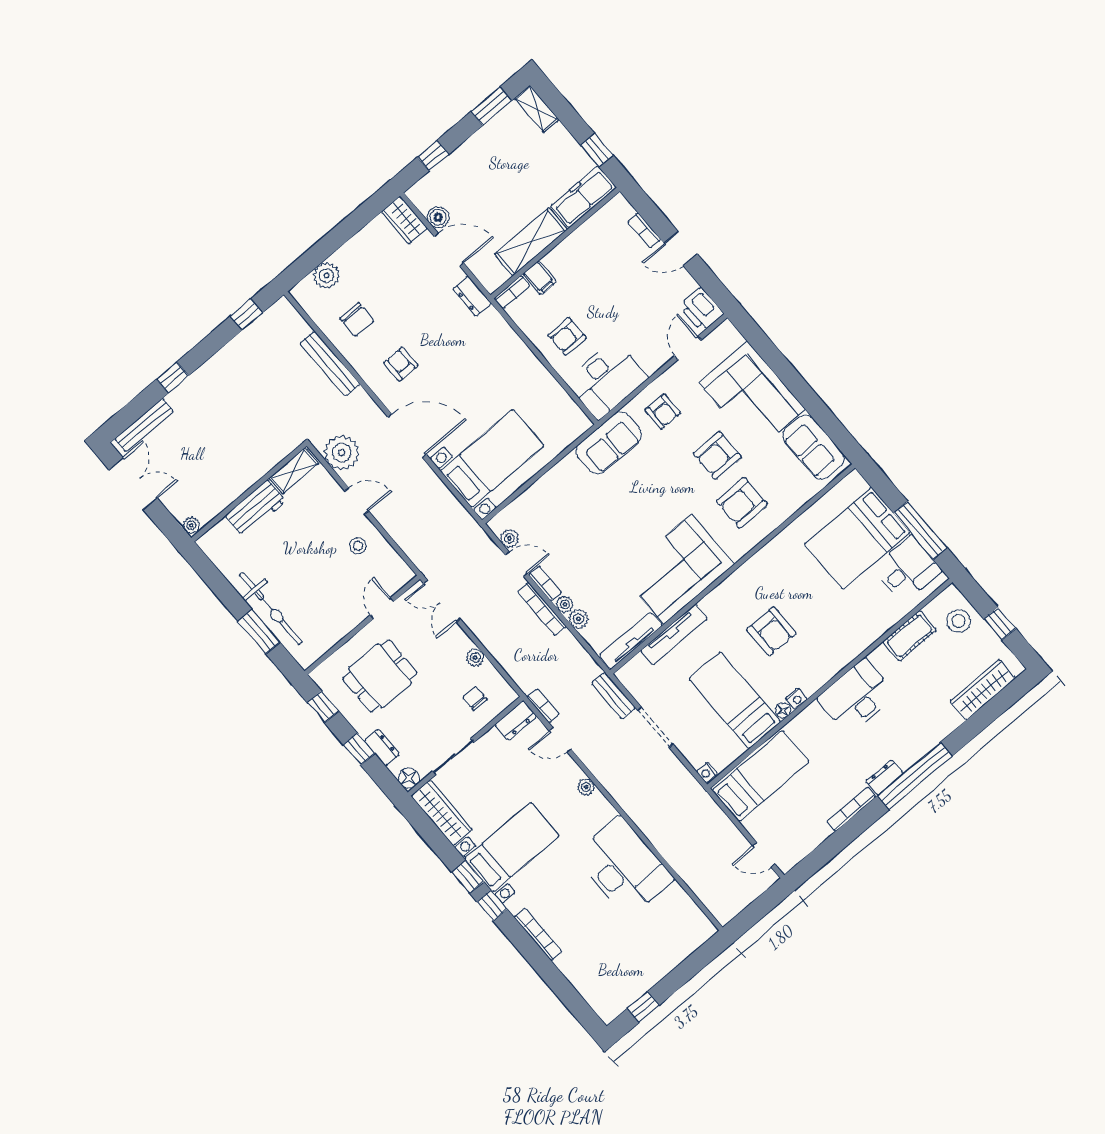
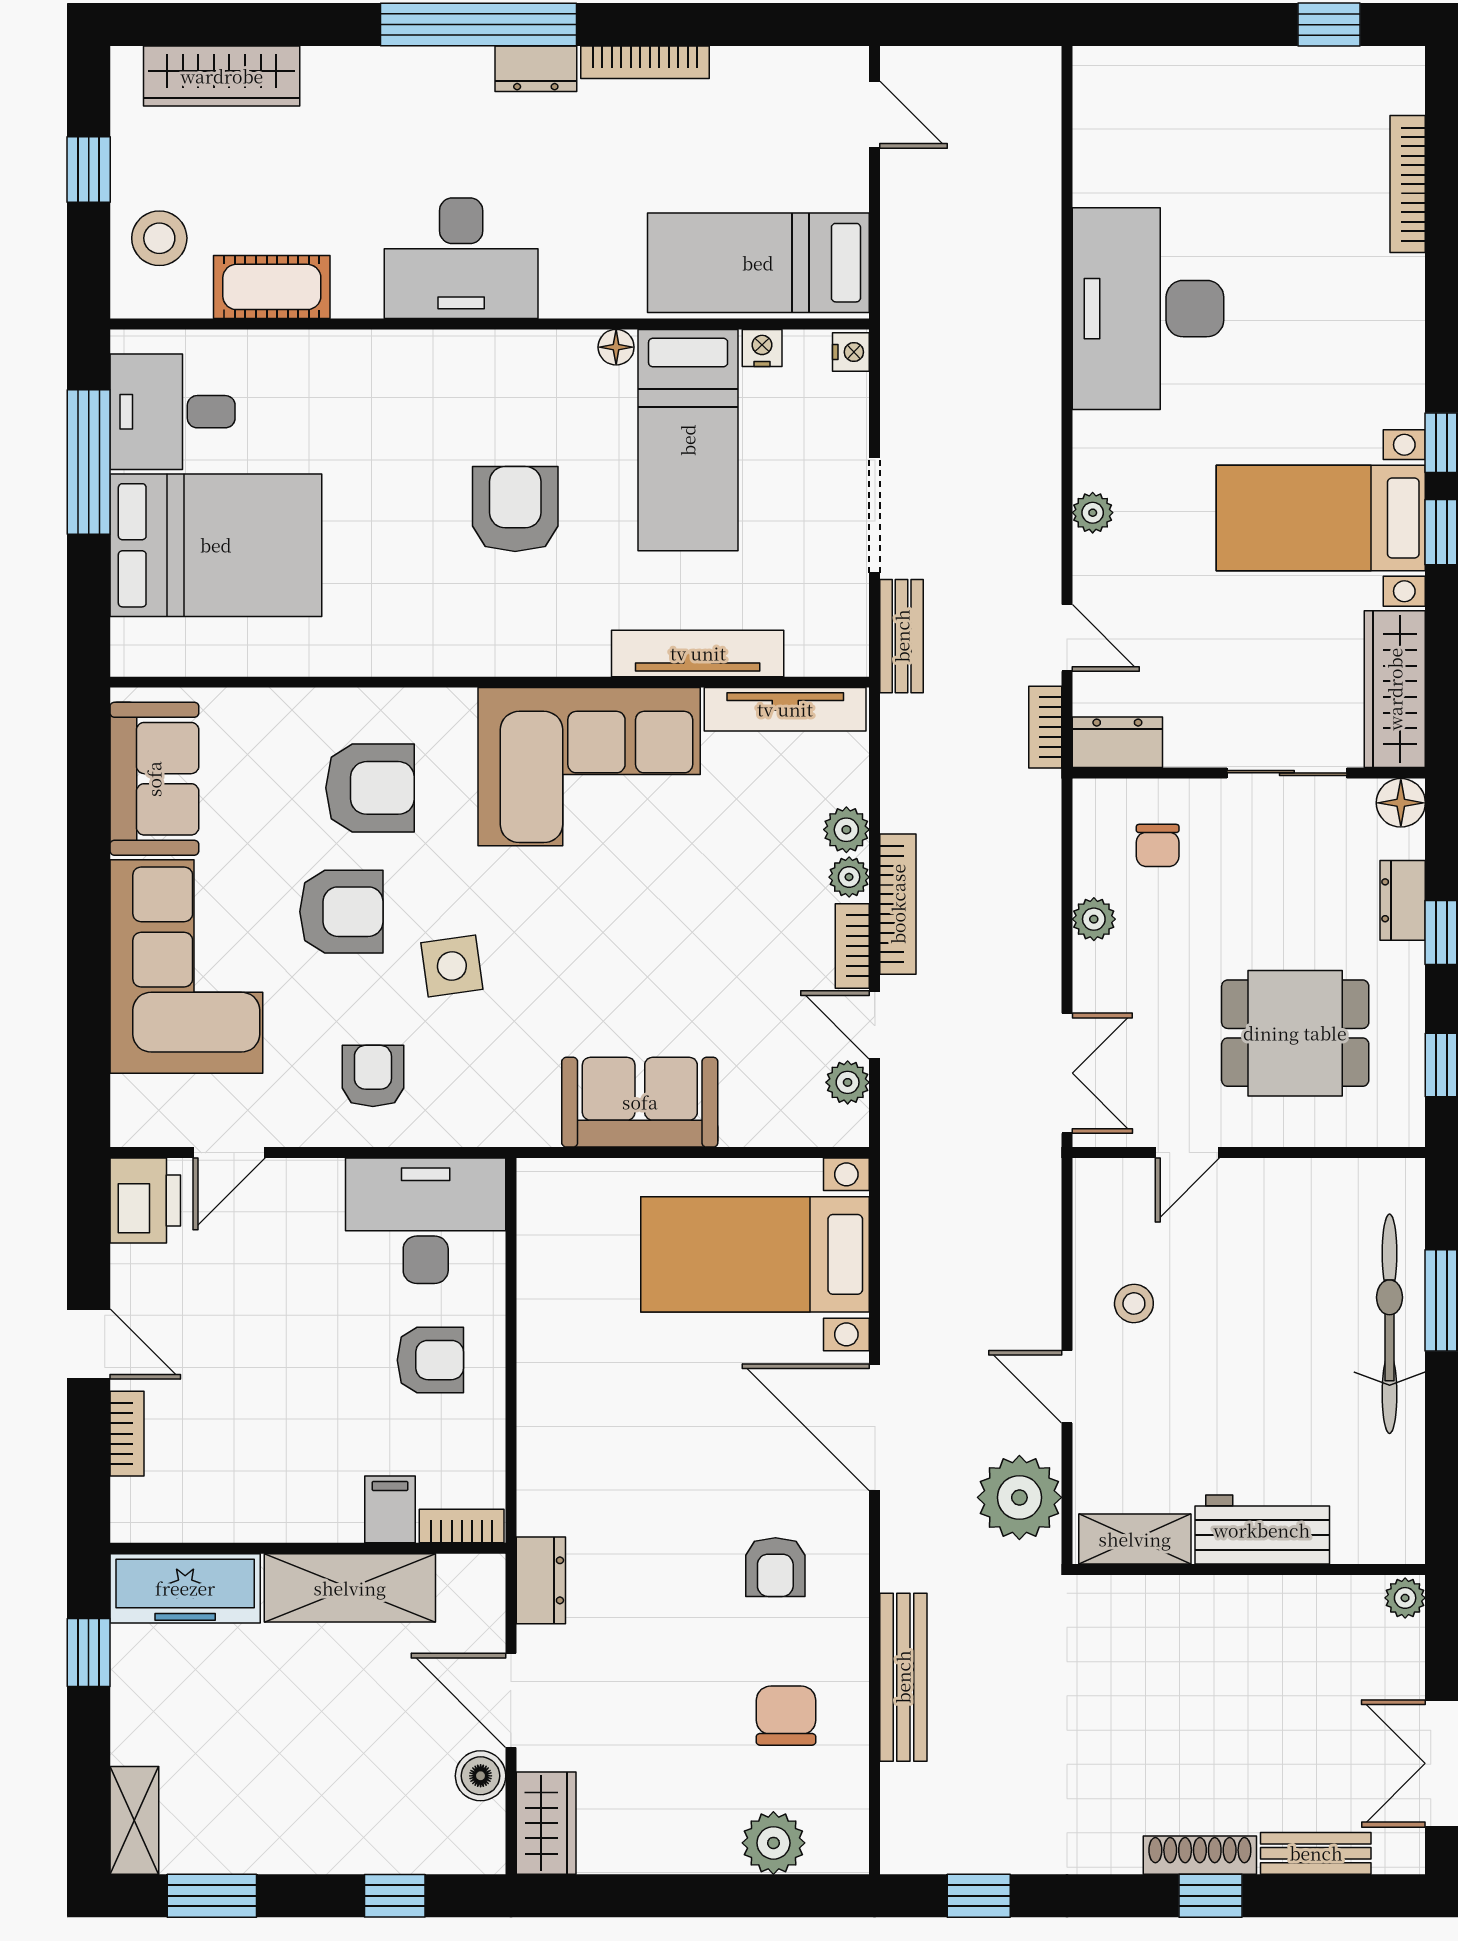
shoe rack: (187, 387) -> (1200, 1855), added
bench: (144, 425) -> (1316, 1853), width x0.73
sofa: (609, 443) -> (640, 1102), moved
side table: (667, 468) -> (452, 966), added
nightstand: (796, 699) -> (762, 348), moved
bookcase: (538, 934) -> (1408, 184), moved

